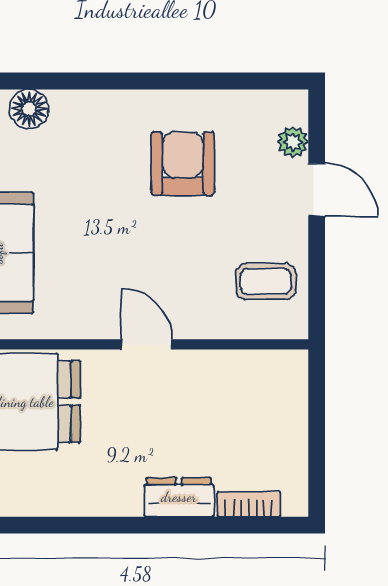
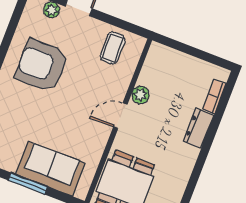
armchair: (183, 164) -> (42, 66), width x1.36, depth x1.36
plant: (199, 366) -> (140, 95), added

